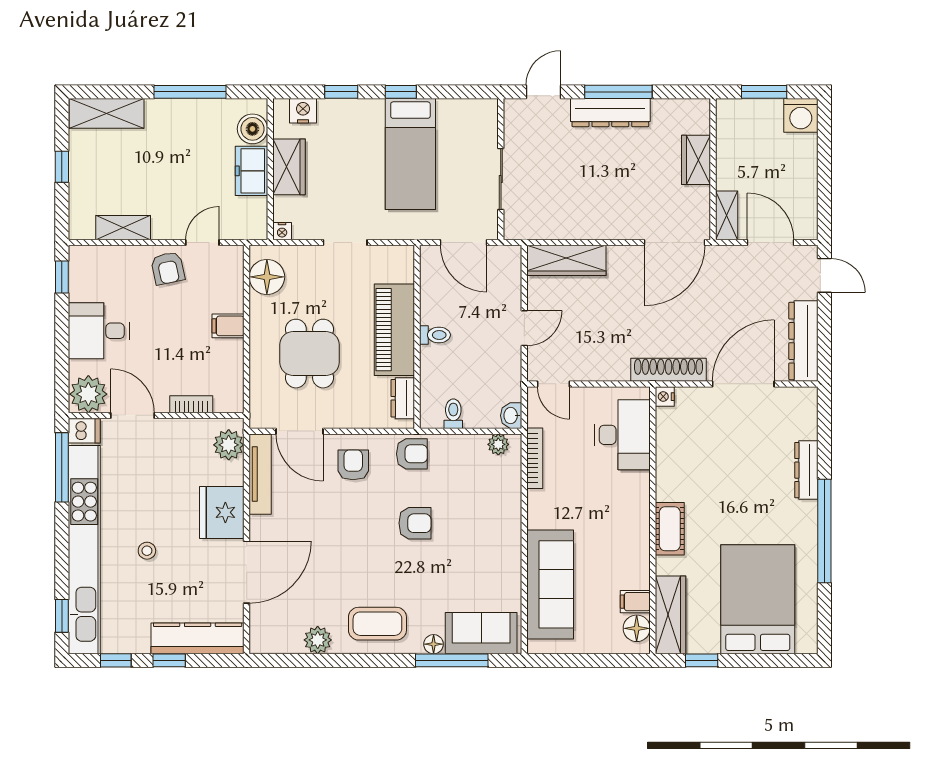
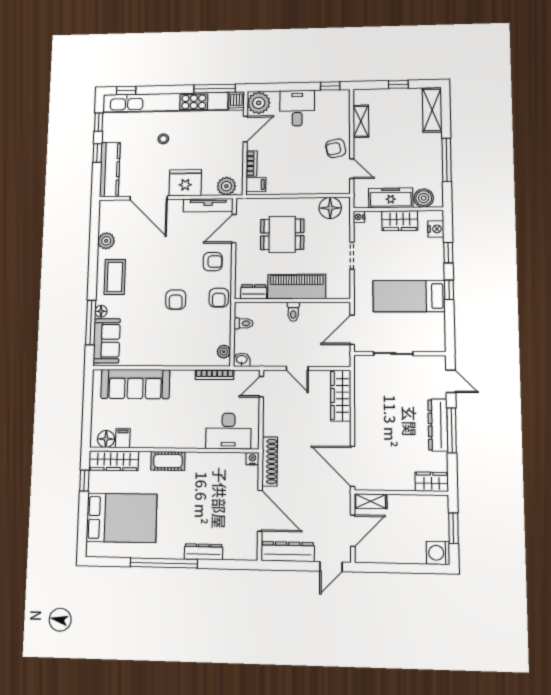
wardrobe: (696, 160) -> (432, 482), moved
freezer: (251, 171) -> (391, 198), width x1.40
filing cabinet: (228, 326) -> (256, 185), moved, turned 90

